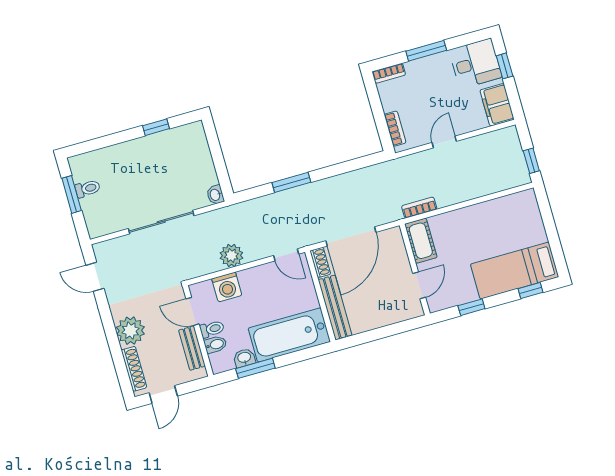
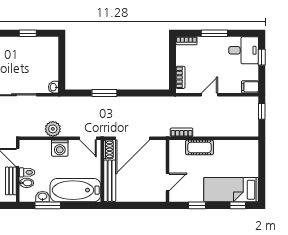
filing cabinet: (497, 105) -> (250, 87), width x0.50
window: (531, 161) -> (262, 111), moved
cot: (421, 241) -> (200, 147), moved, turned 90
washing machine: (227, 287) -> (60, 148), moved

